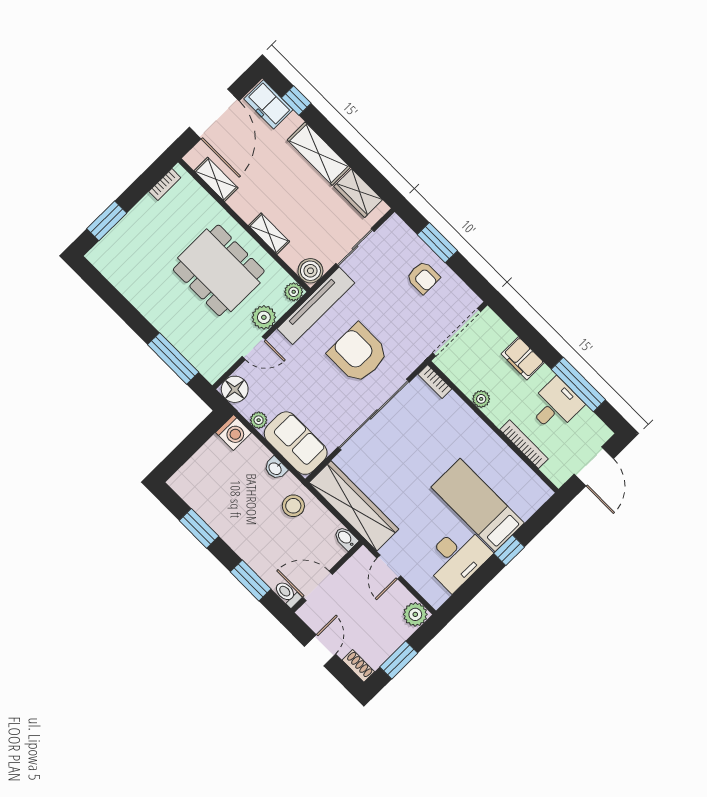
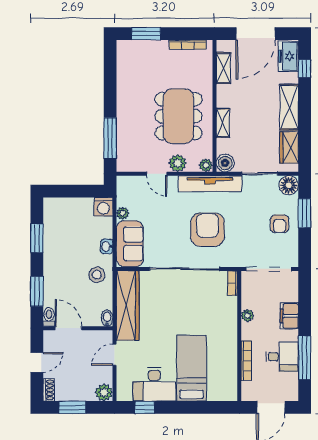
bookcase: (165, 185) -> (188, 45), width x1.56
floor lamp: (235, 389) -> (289, 185), moved
window: (509, 550) -> (145, 407), moved

